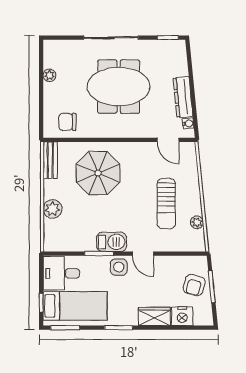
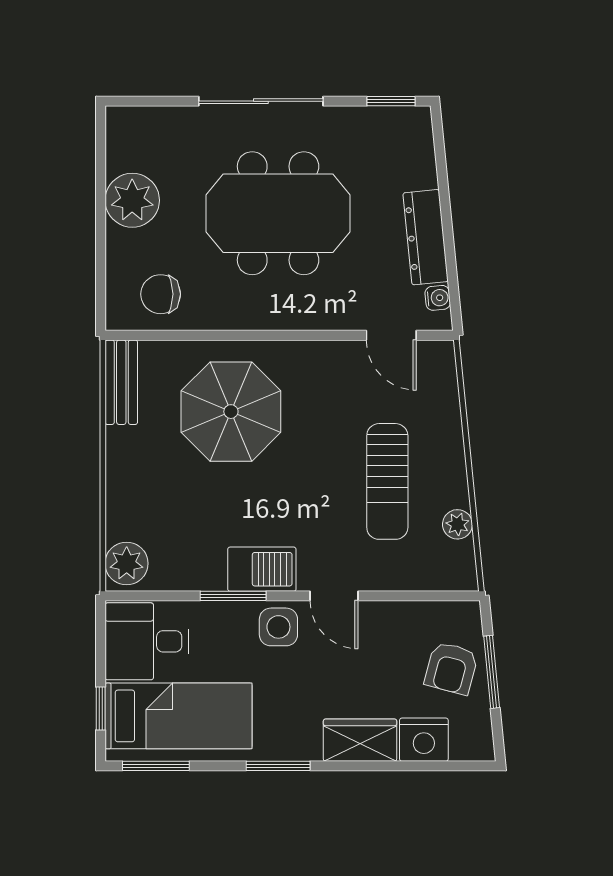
plant: (49, 75) -> (132, 200), width x1.88, depth x1.88
plant: (52, 209) -> (127, 563), moved

